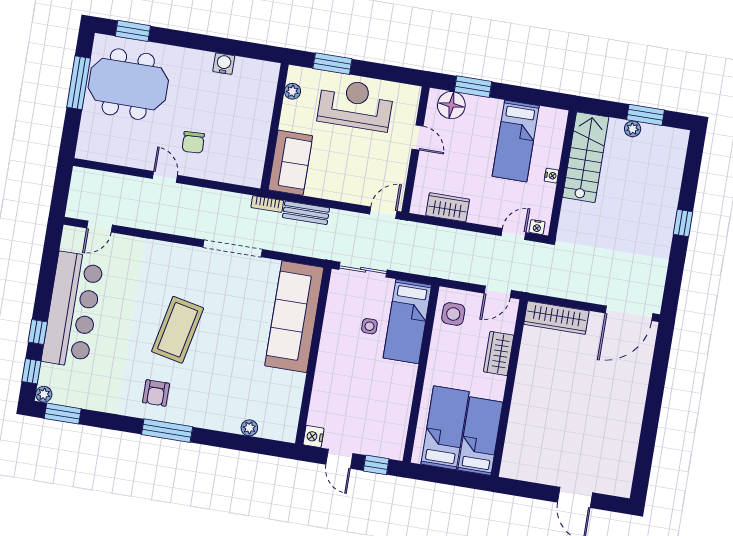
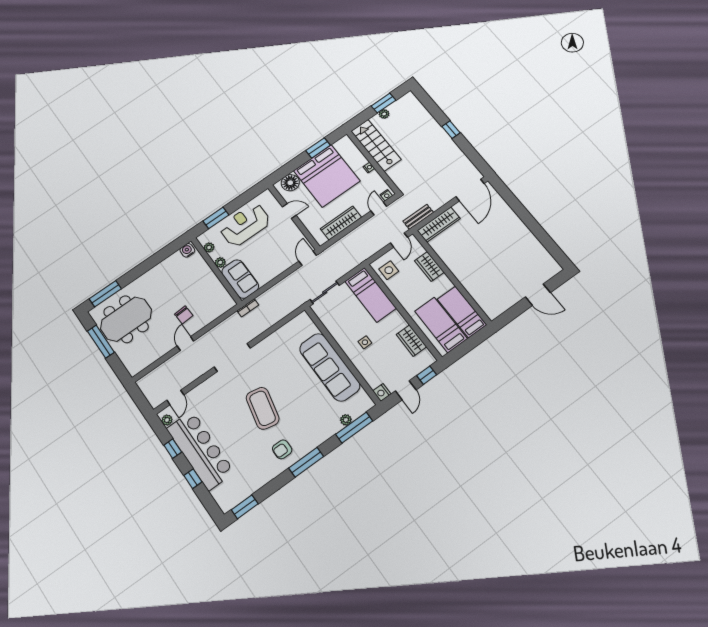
window: (133, 31) -> (105, 294), width x1.44
water cooler: (224, 64) -> (187, 250), moved
window: (473, 87) -> (318, 148), moved
plant: (288, 121) -> (220, 262), added
bed: (516, 141) -> (327, 176), width x2.04
door: (165, 177) -> (185, 344), hinge flipped
wardrobe: (448, 207) -> (341, 223), width x1.50
bench: (306, 213) -> (418, 217), moved
doorway: (233, 248) -> (232, 357), moved
sofa: (294, 317) -> (330, 367), moved
side table: (369, 326) -> (365, 342), moved
window: (31, 371) -> (173, 449), moved
armchair: (156, 393) -> (282, 449), turned 90
plant: (44, 394) -> (167, 420), moved
wardrobe: (398, 413) -> (411, 341), added
window: (250, 444) -> (354, 428), added
door: (339, 459) -> (406, 390), hinge flipped

